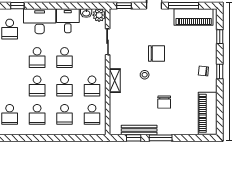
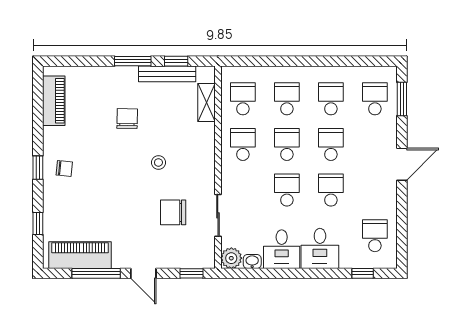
desk: (40, 21) -> (320, 248), width x0.73
chair: (157, 54) -> (173, 212), moved
shelving: (115, 81) -> (206, 103), moved
piano: (208, 113) -> (54, 101), width x0.73, depth x0.75

